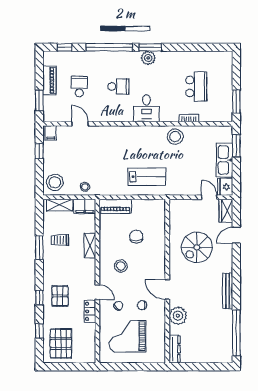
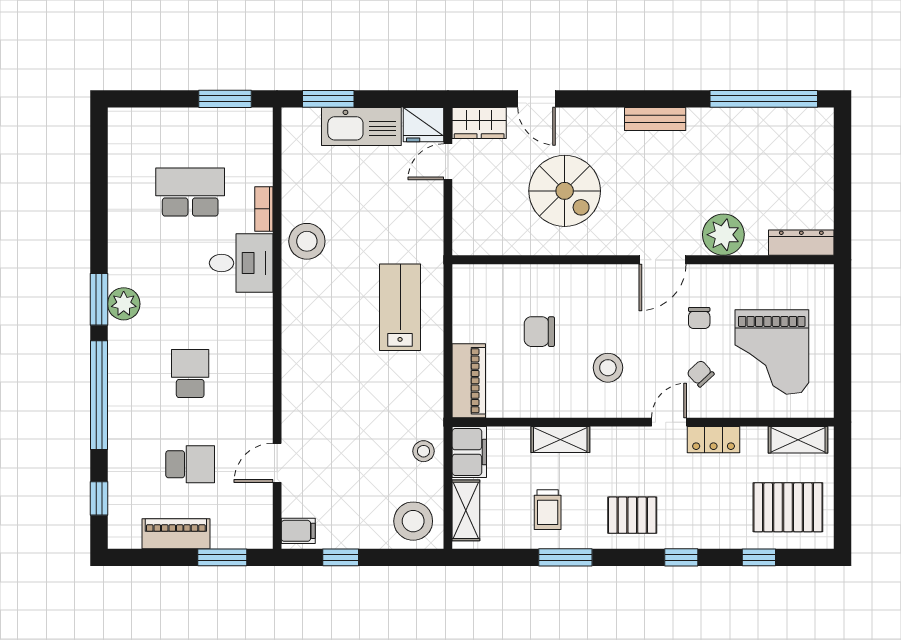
school desk: (79, 86) -> (190, 464), turned 180
desk: (146, 108) -> (241, 263), moved
bench: (228, 291) -> (655, 119), width x0.73
pallet: (60, 296) -> (632, 515), moved
shelving: (90, 348) -> (798, 440), added

